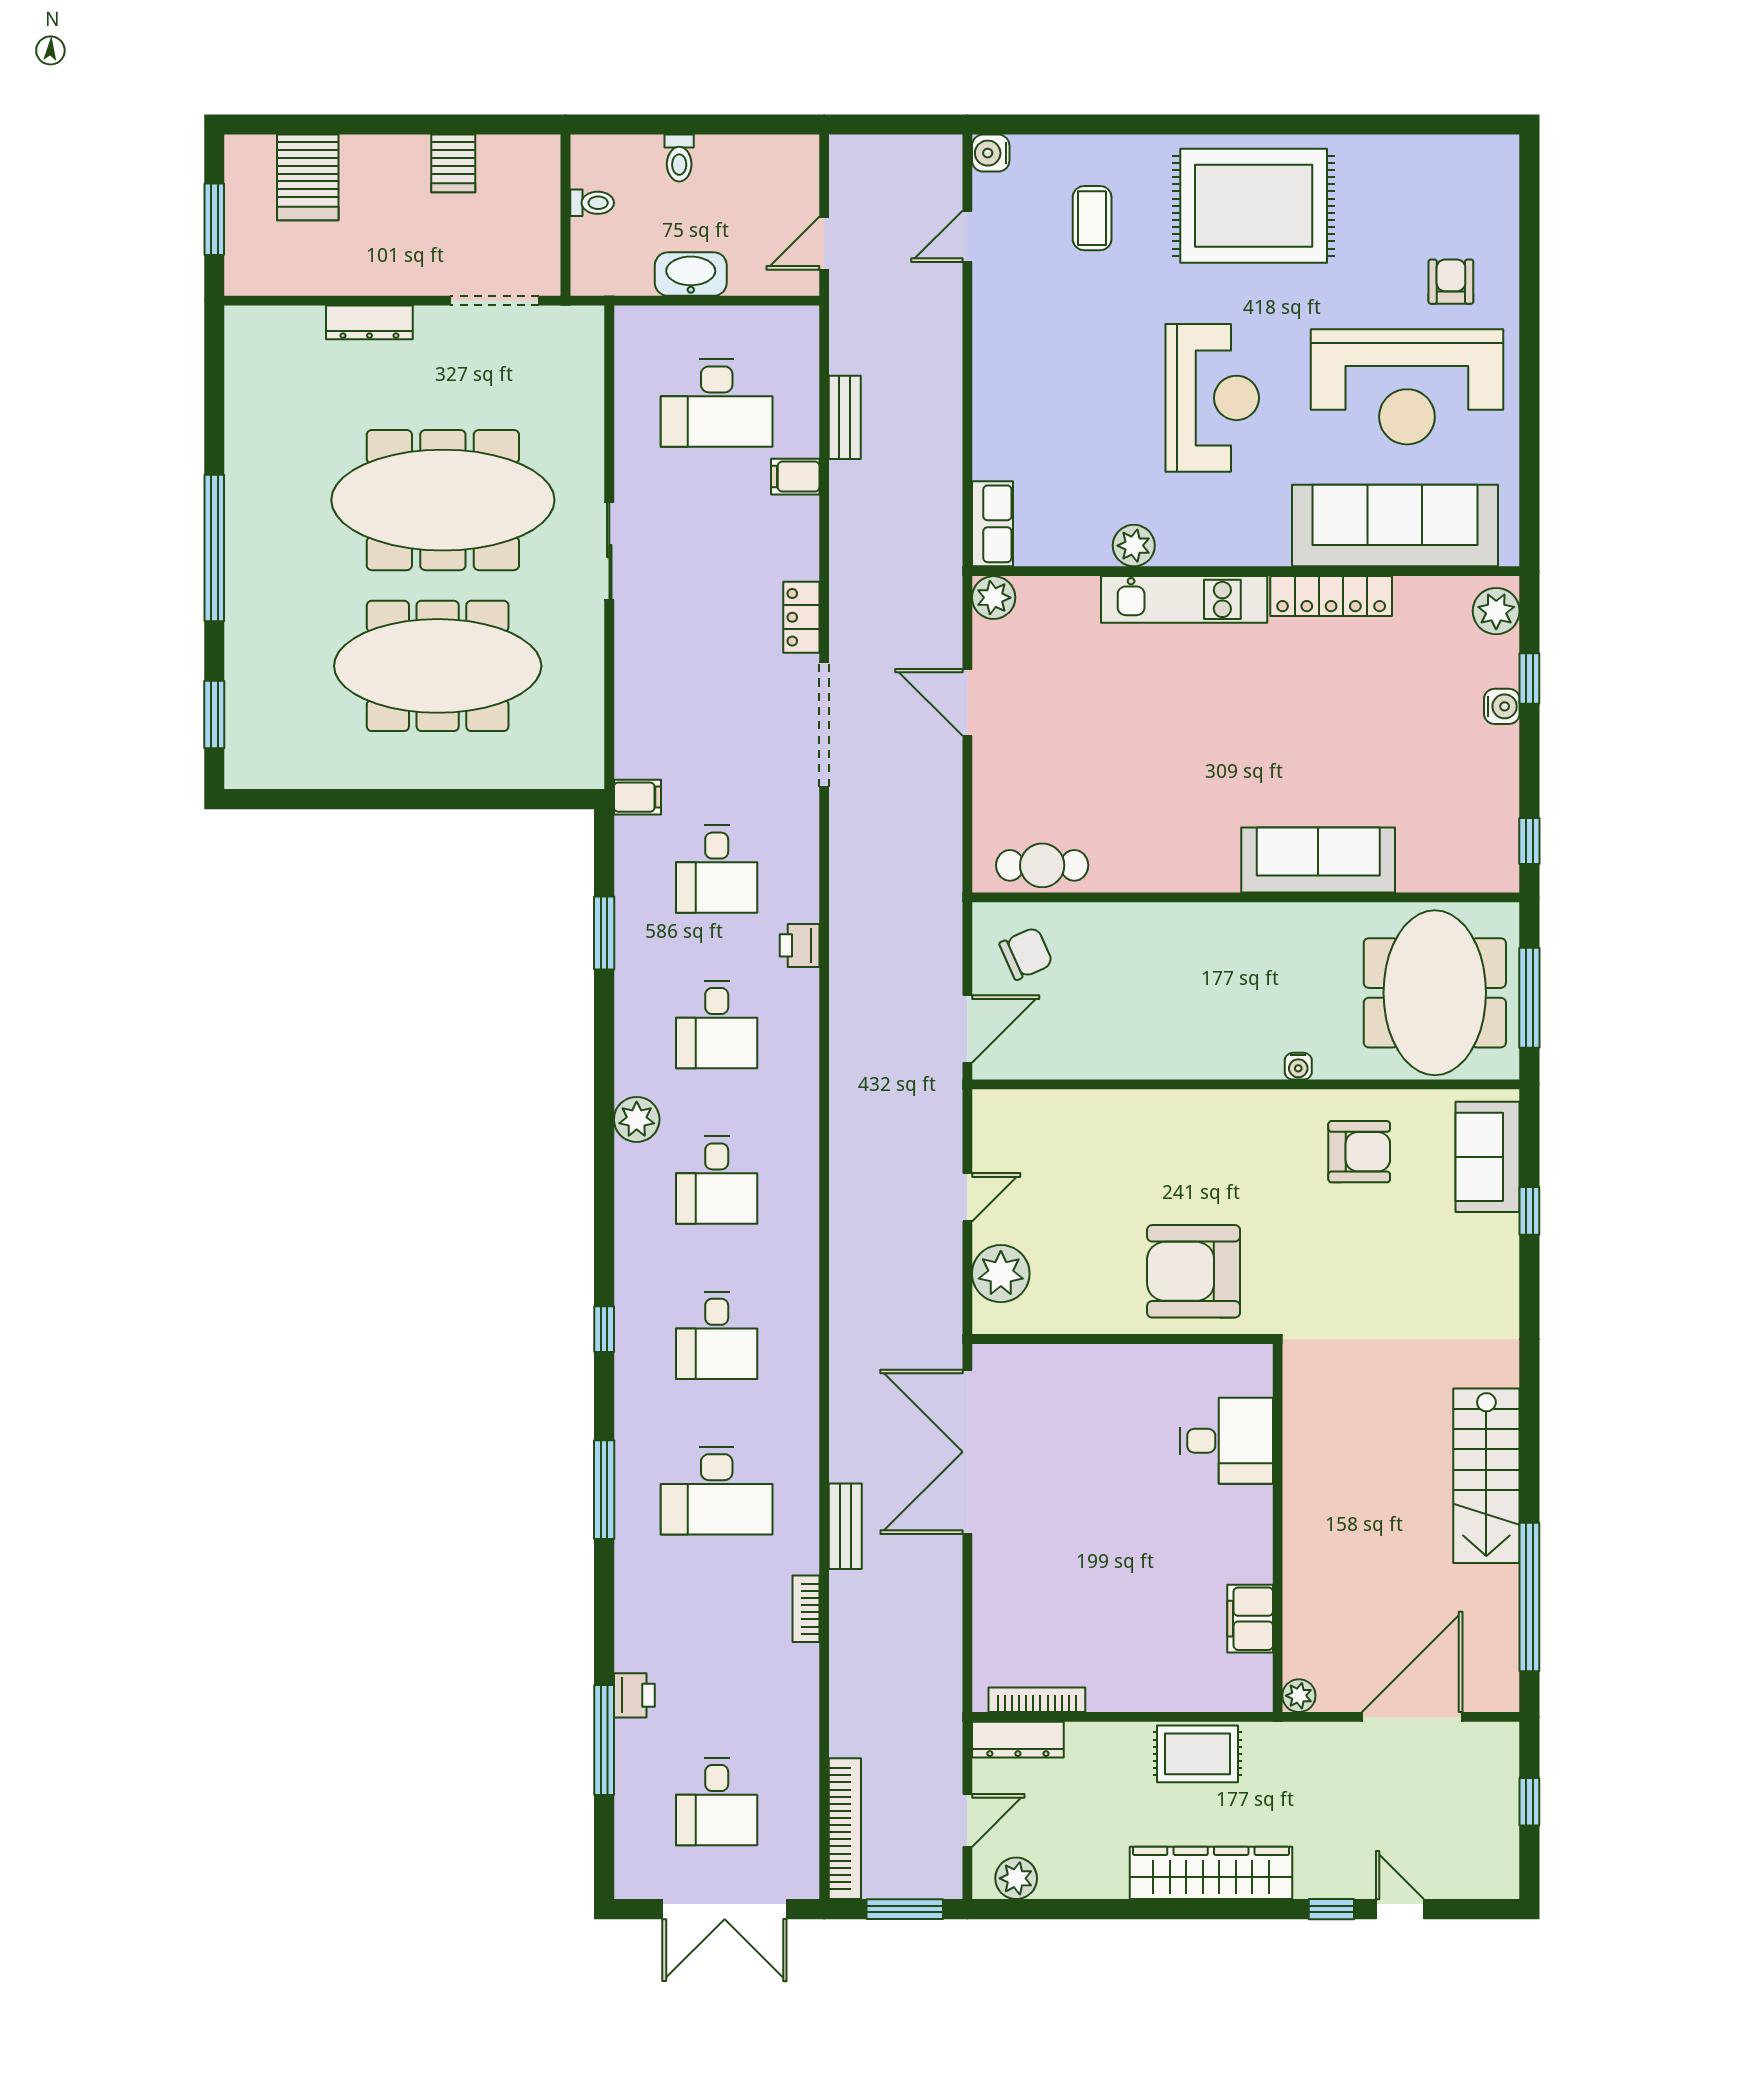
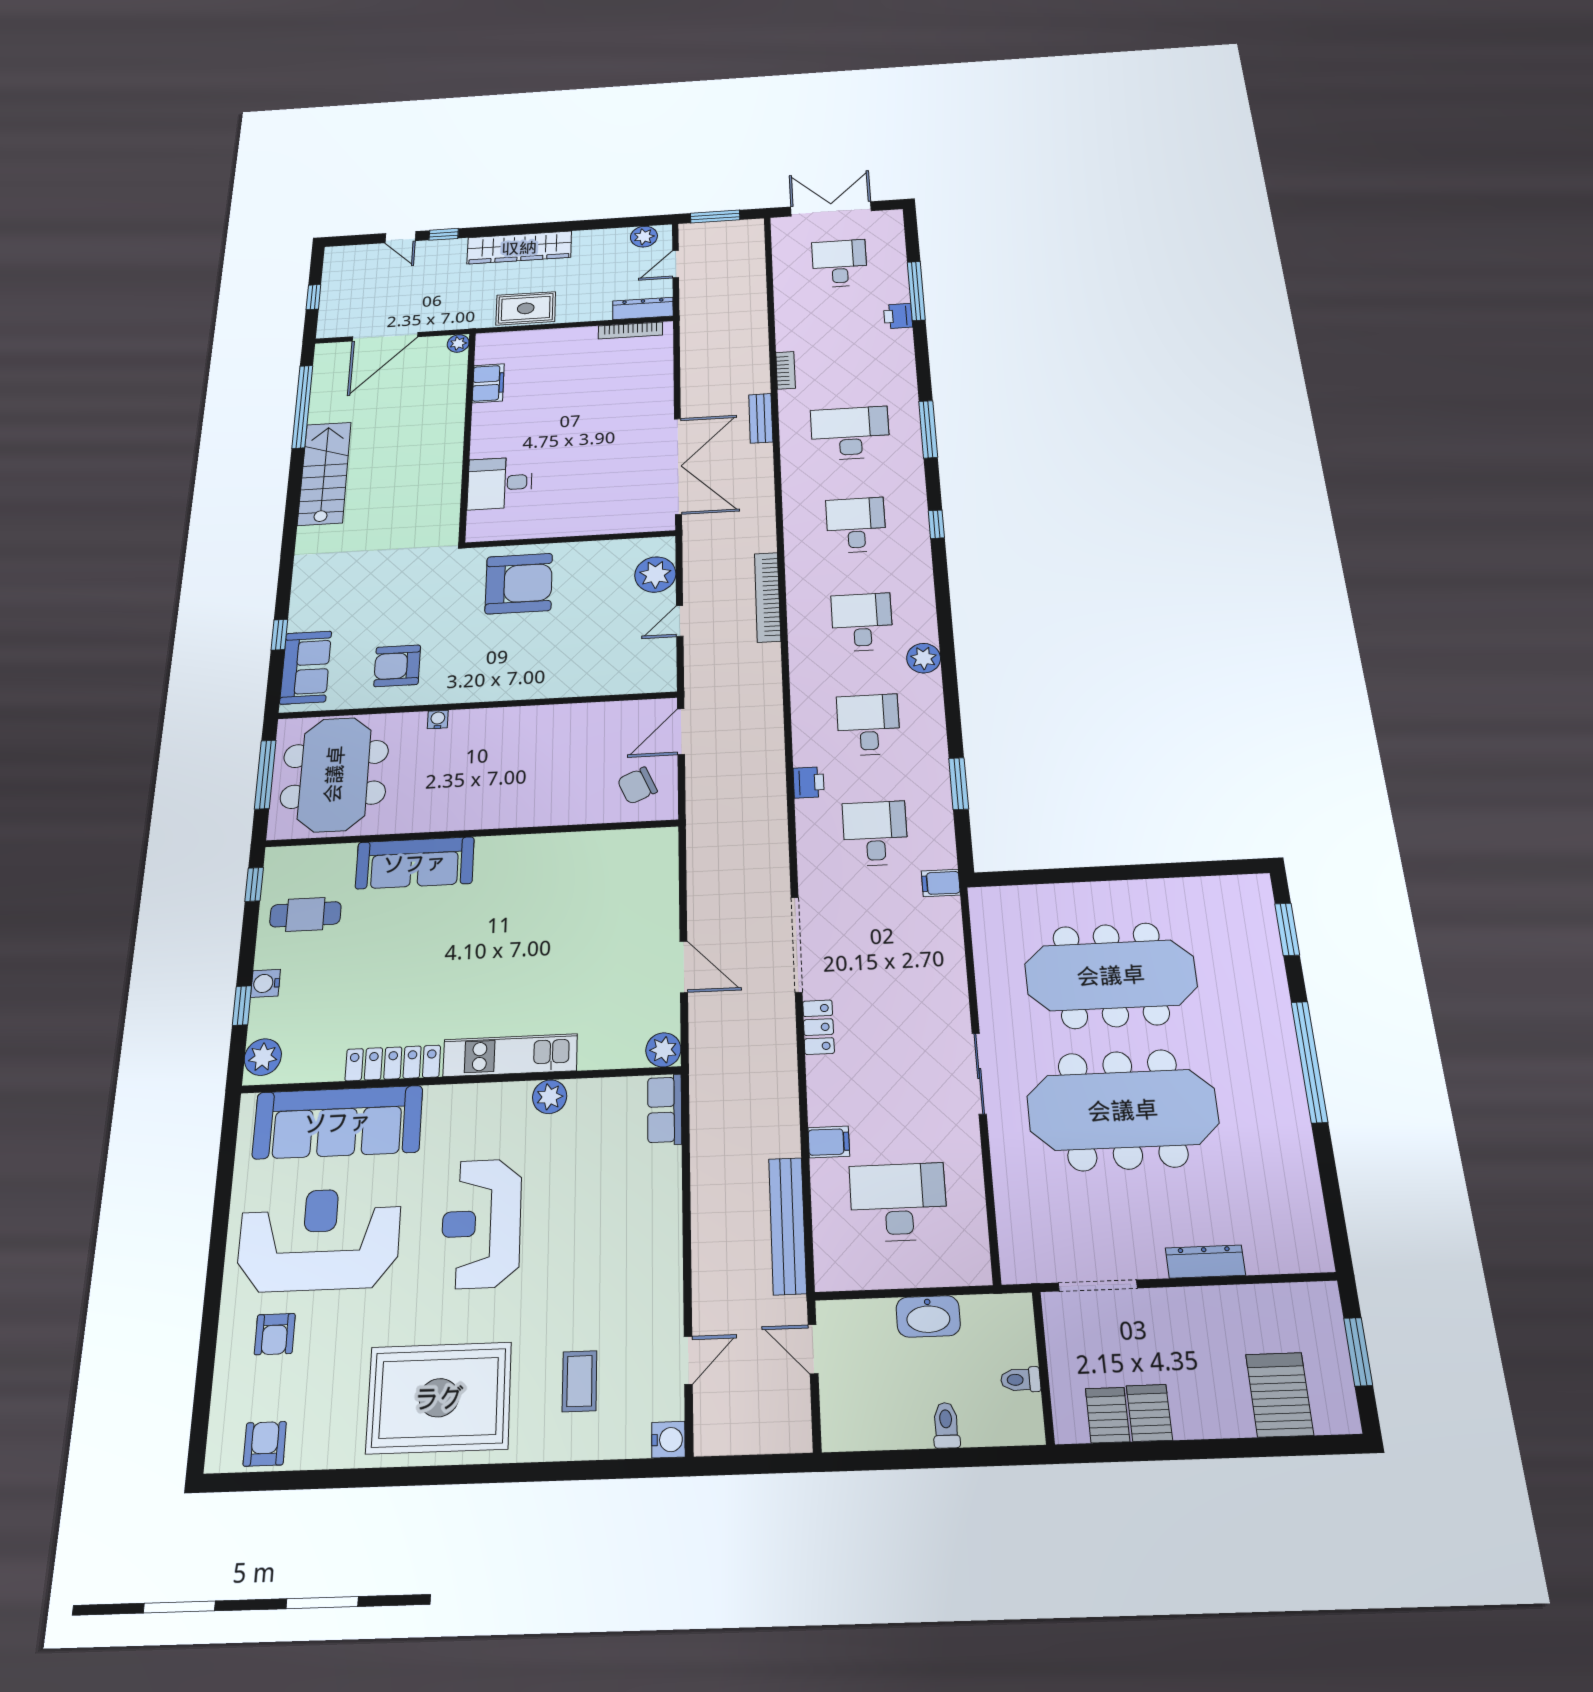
server rack: (499, 163) -> (1108, 1415), added
armchair: (1452, 163) -> (265, 1444), added
door: (824, 243) -> (813, 1349), swing flipped
bench: (845, 417) -> (788, 1225), width x1.86, depth x1.21
cafe table: (1042, 865) -> (305, 914), moved
bookcase: (845, 1829) -> (768, 597), moved

